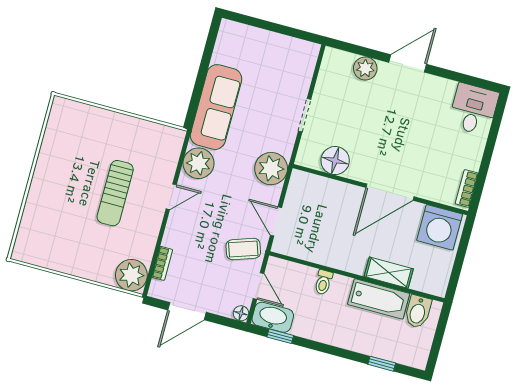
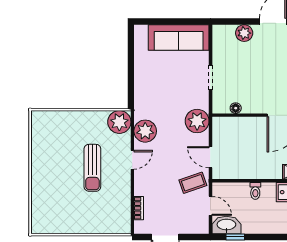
sofa: (216, 107) -> (179, 37), moved, turned 90
floor lamp: (335, 161) -> (236, 108), width x0.53, depth x0.53
plant: (131, 275) -> (119, 122), moved
floor lamp: (241, 313) -> (203, 228), removed

